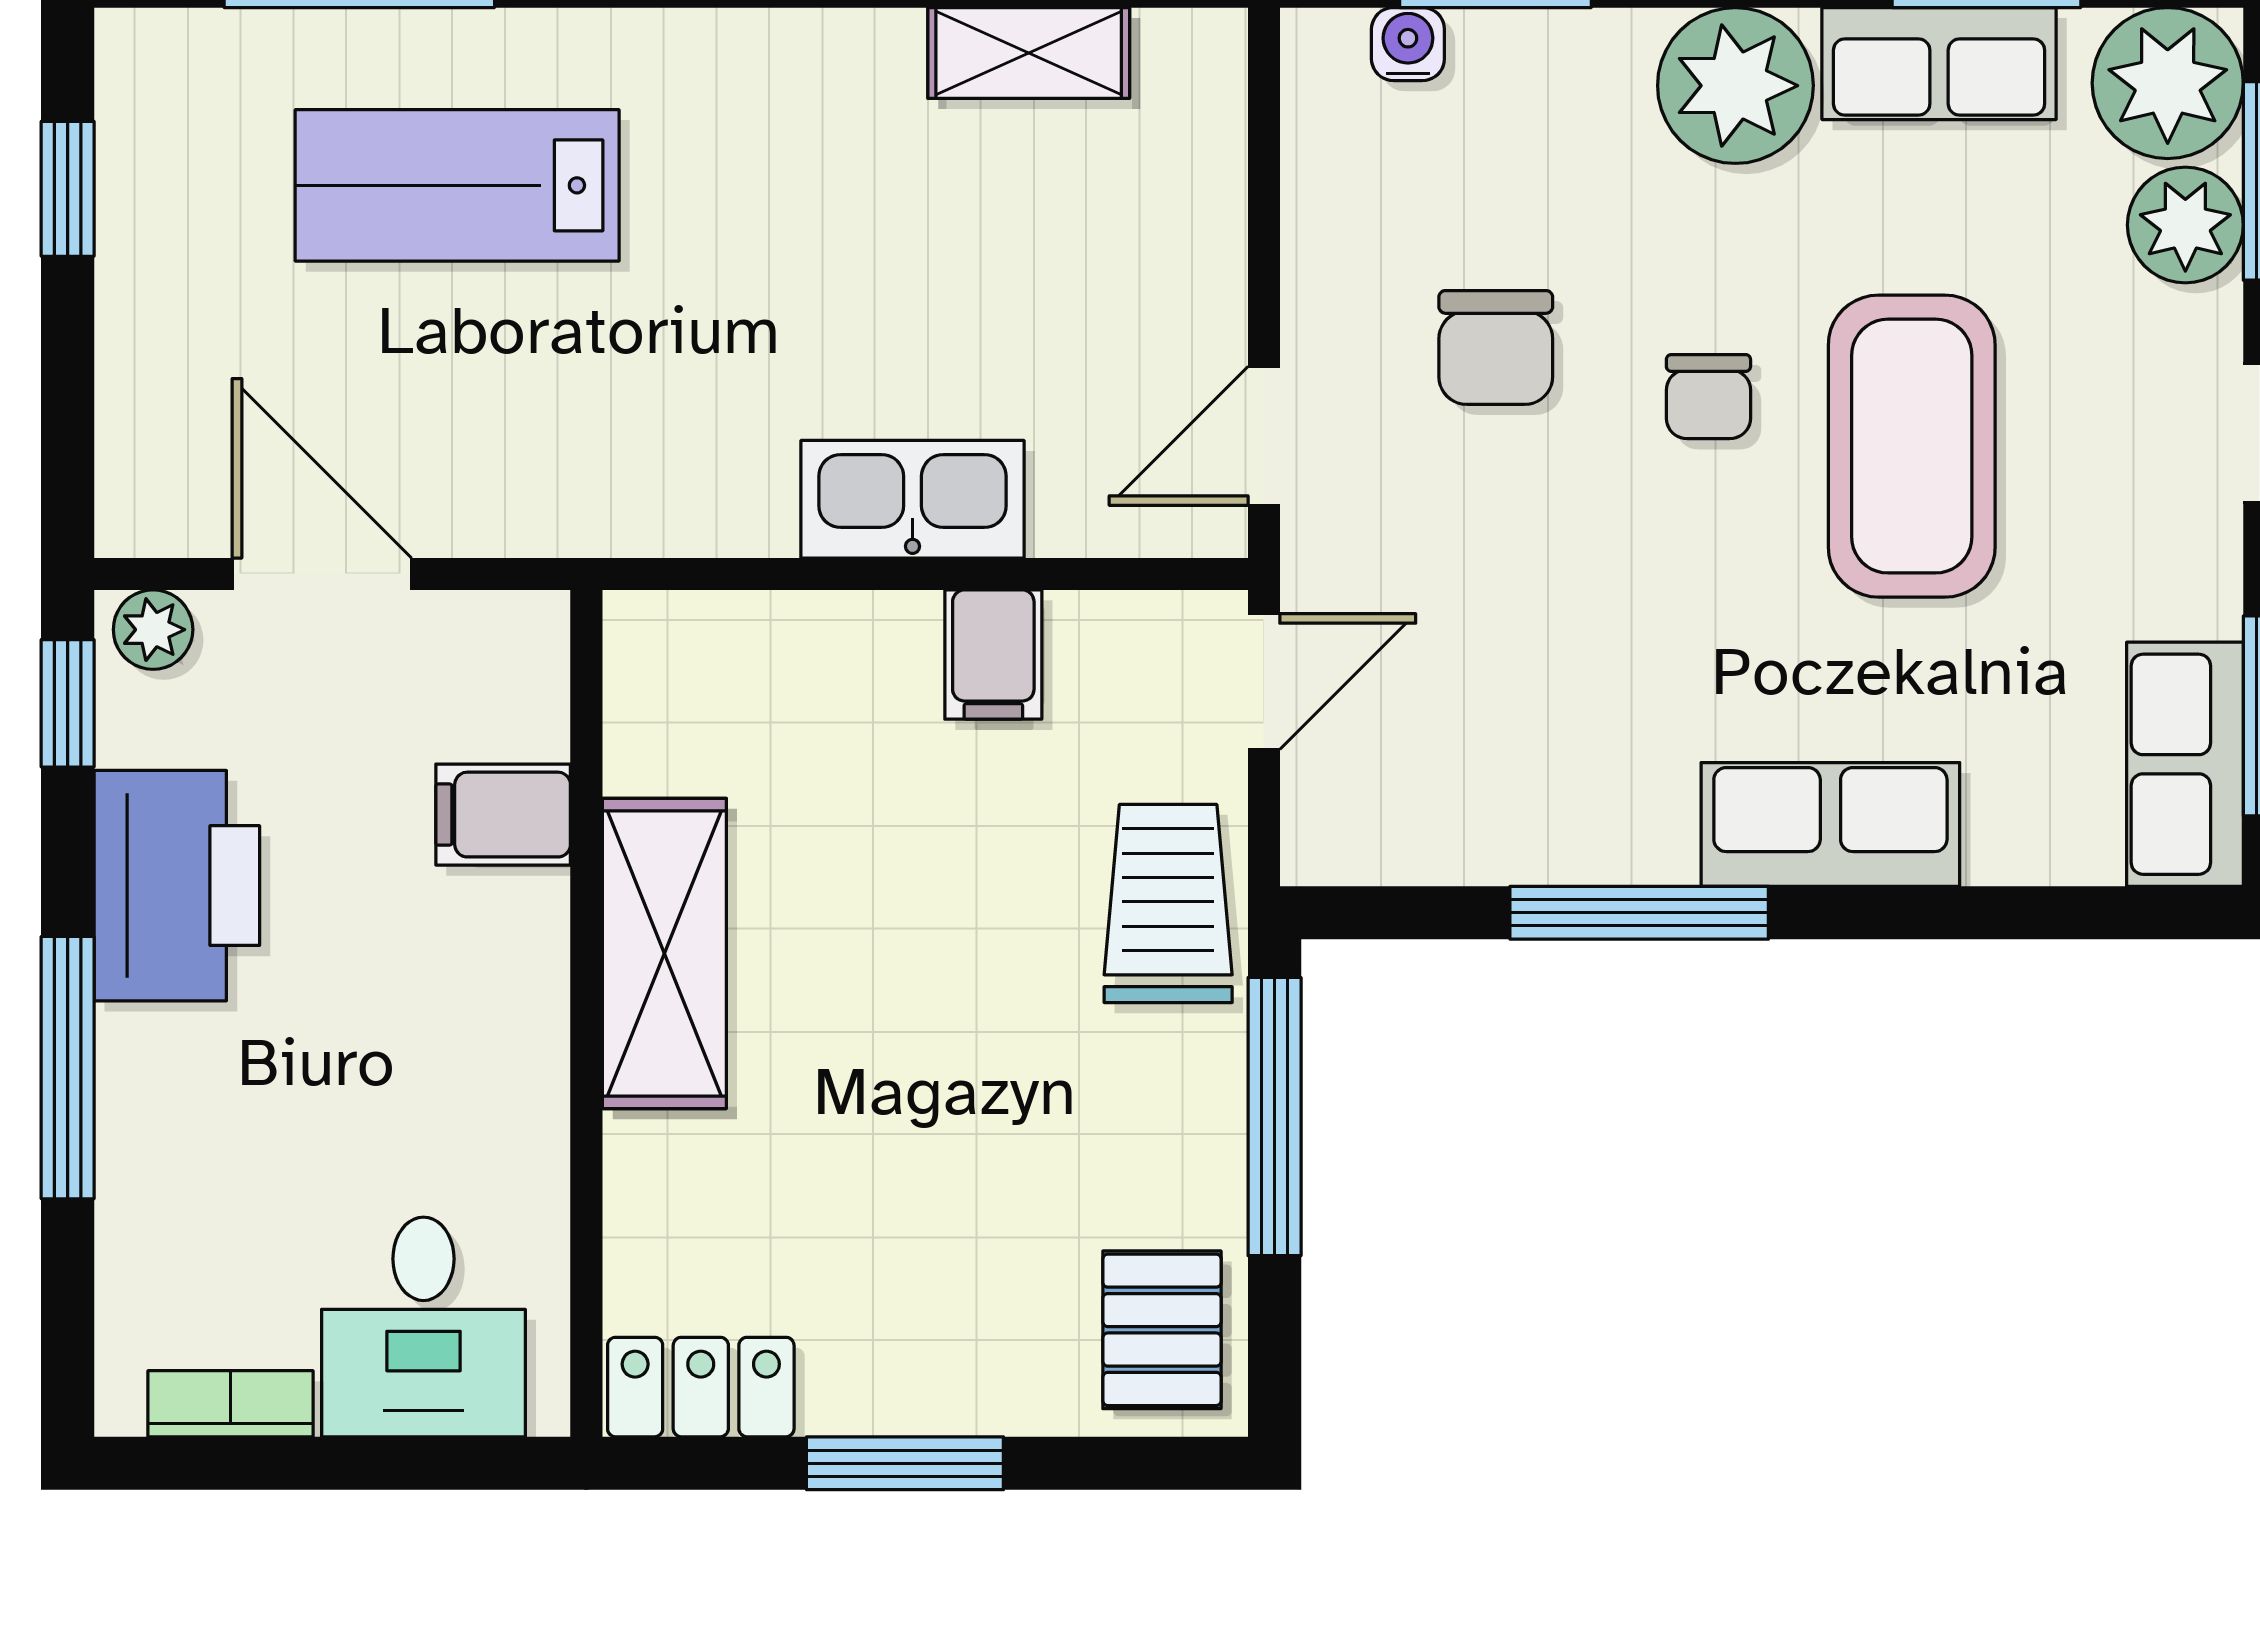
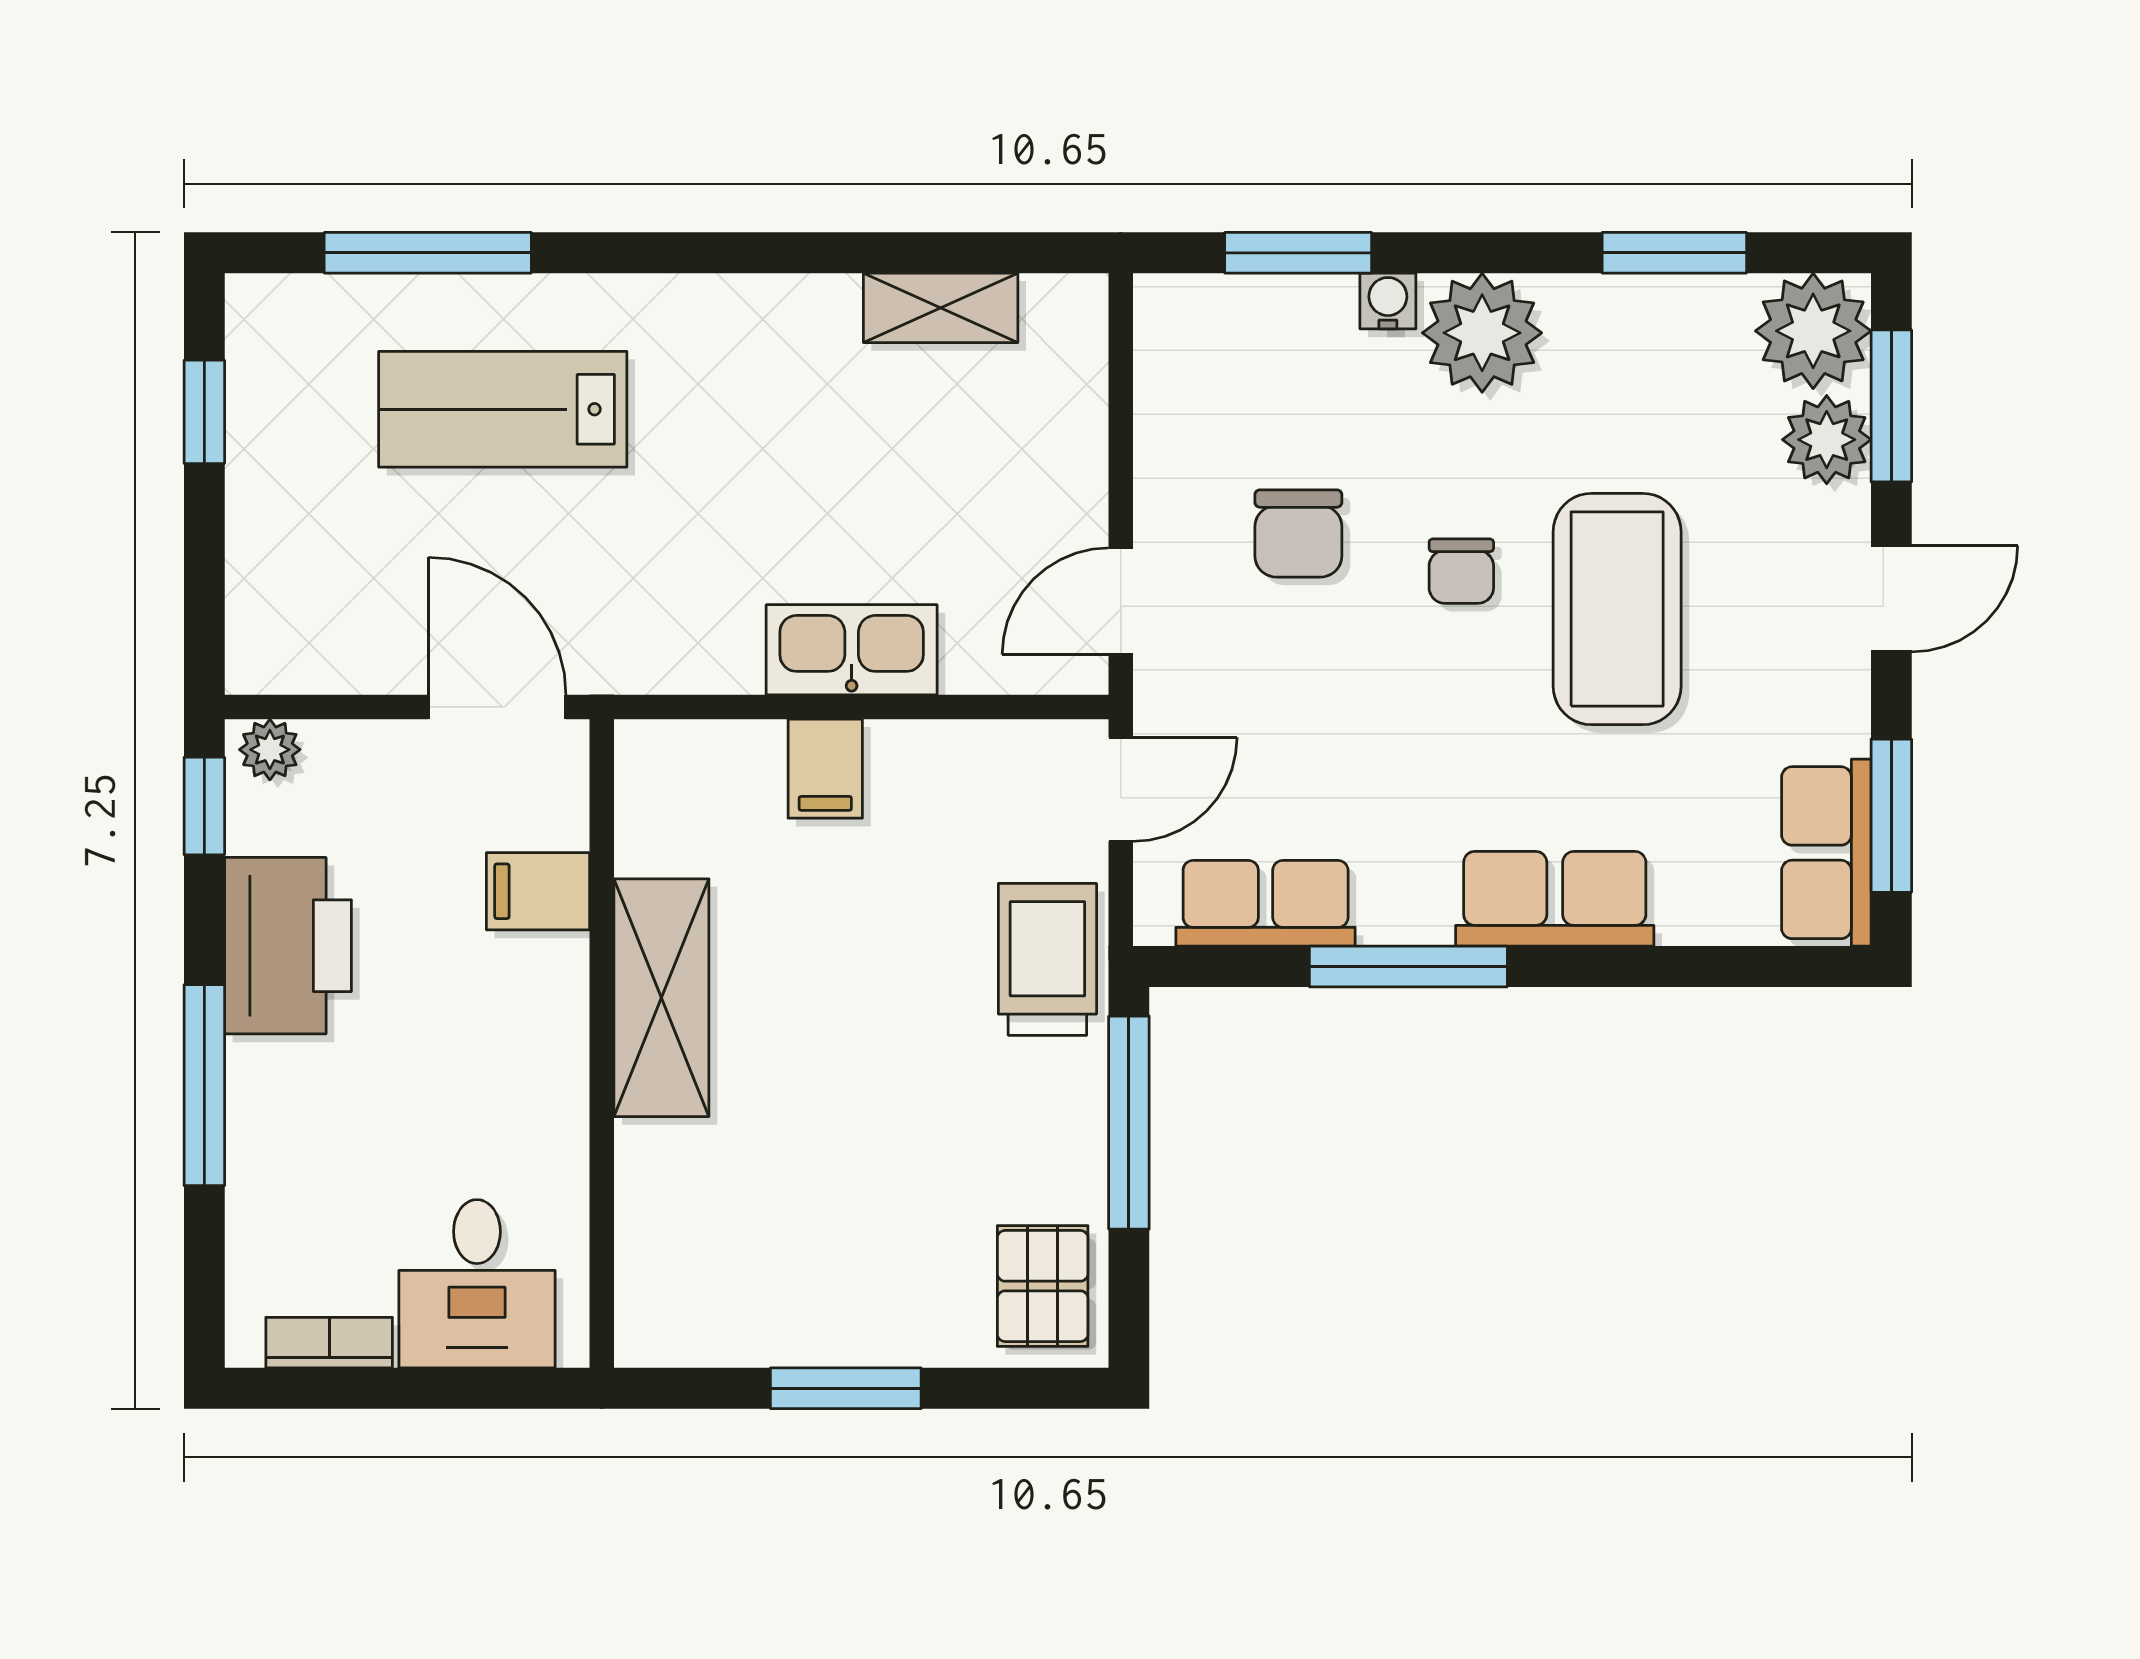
water cooler: (1408, 44) -> (1388, 301), moved
row of seats: (1939, 64) -> (1266, 903), moved, turned 180
door: (322, 574) -> (497, 707), moved
filing cabinet: (993, 655) -> (825, 769), moved
locker: (701, 1387) -> (689, 1330), removed

